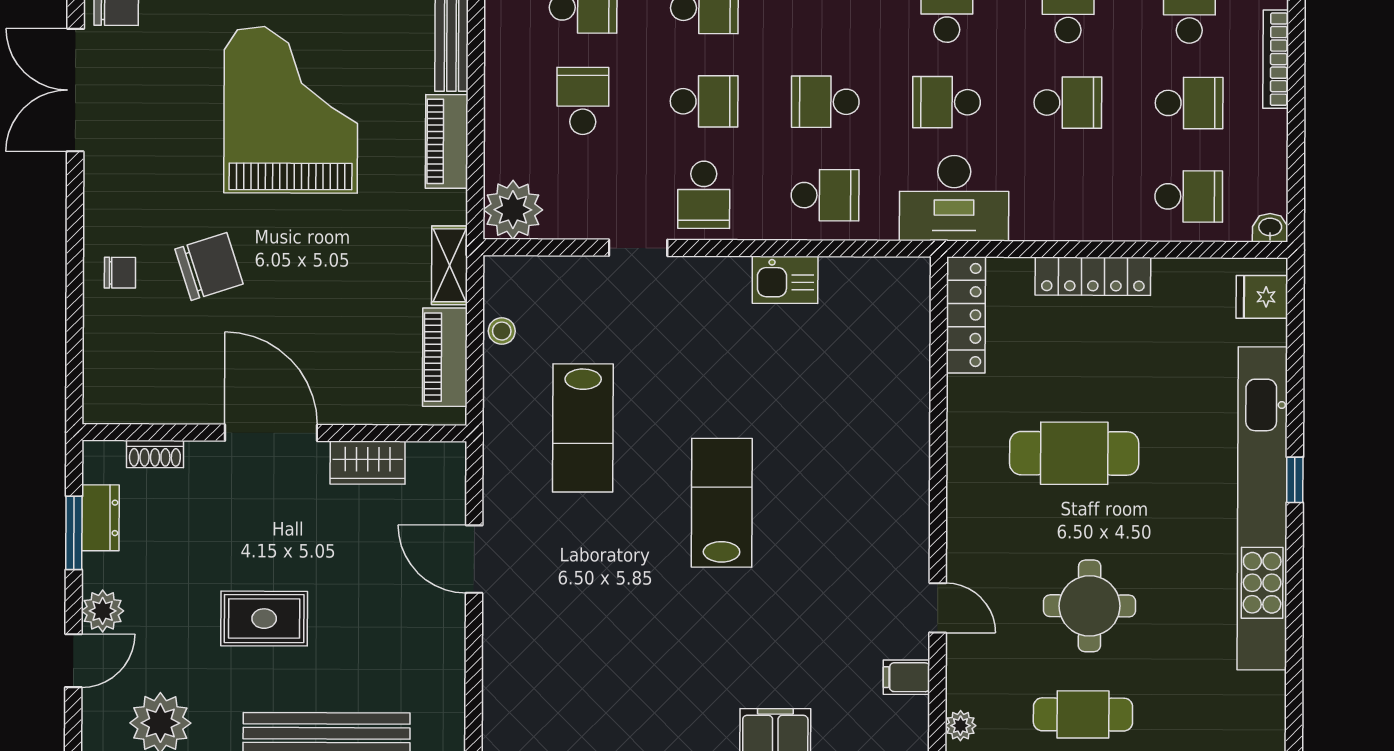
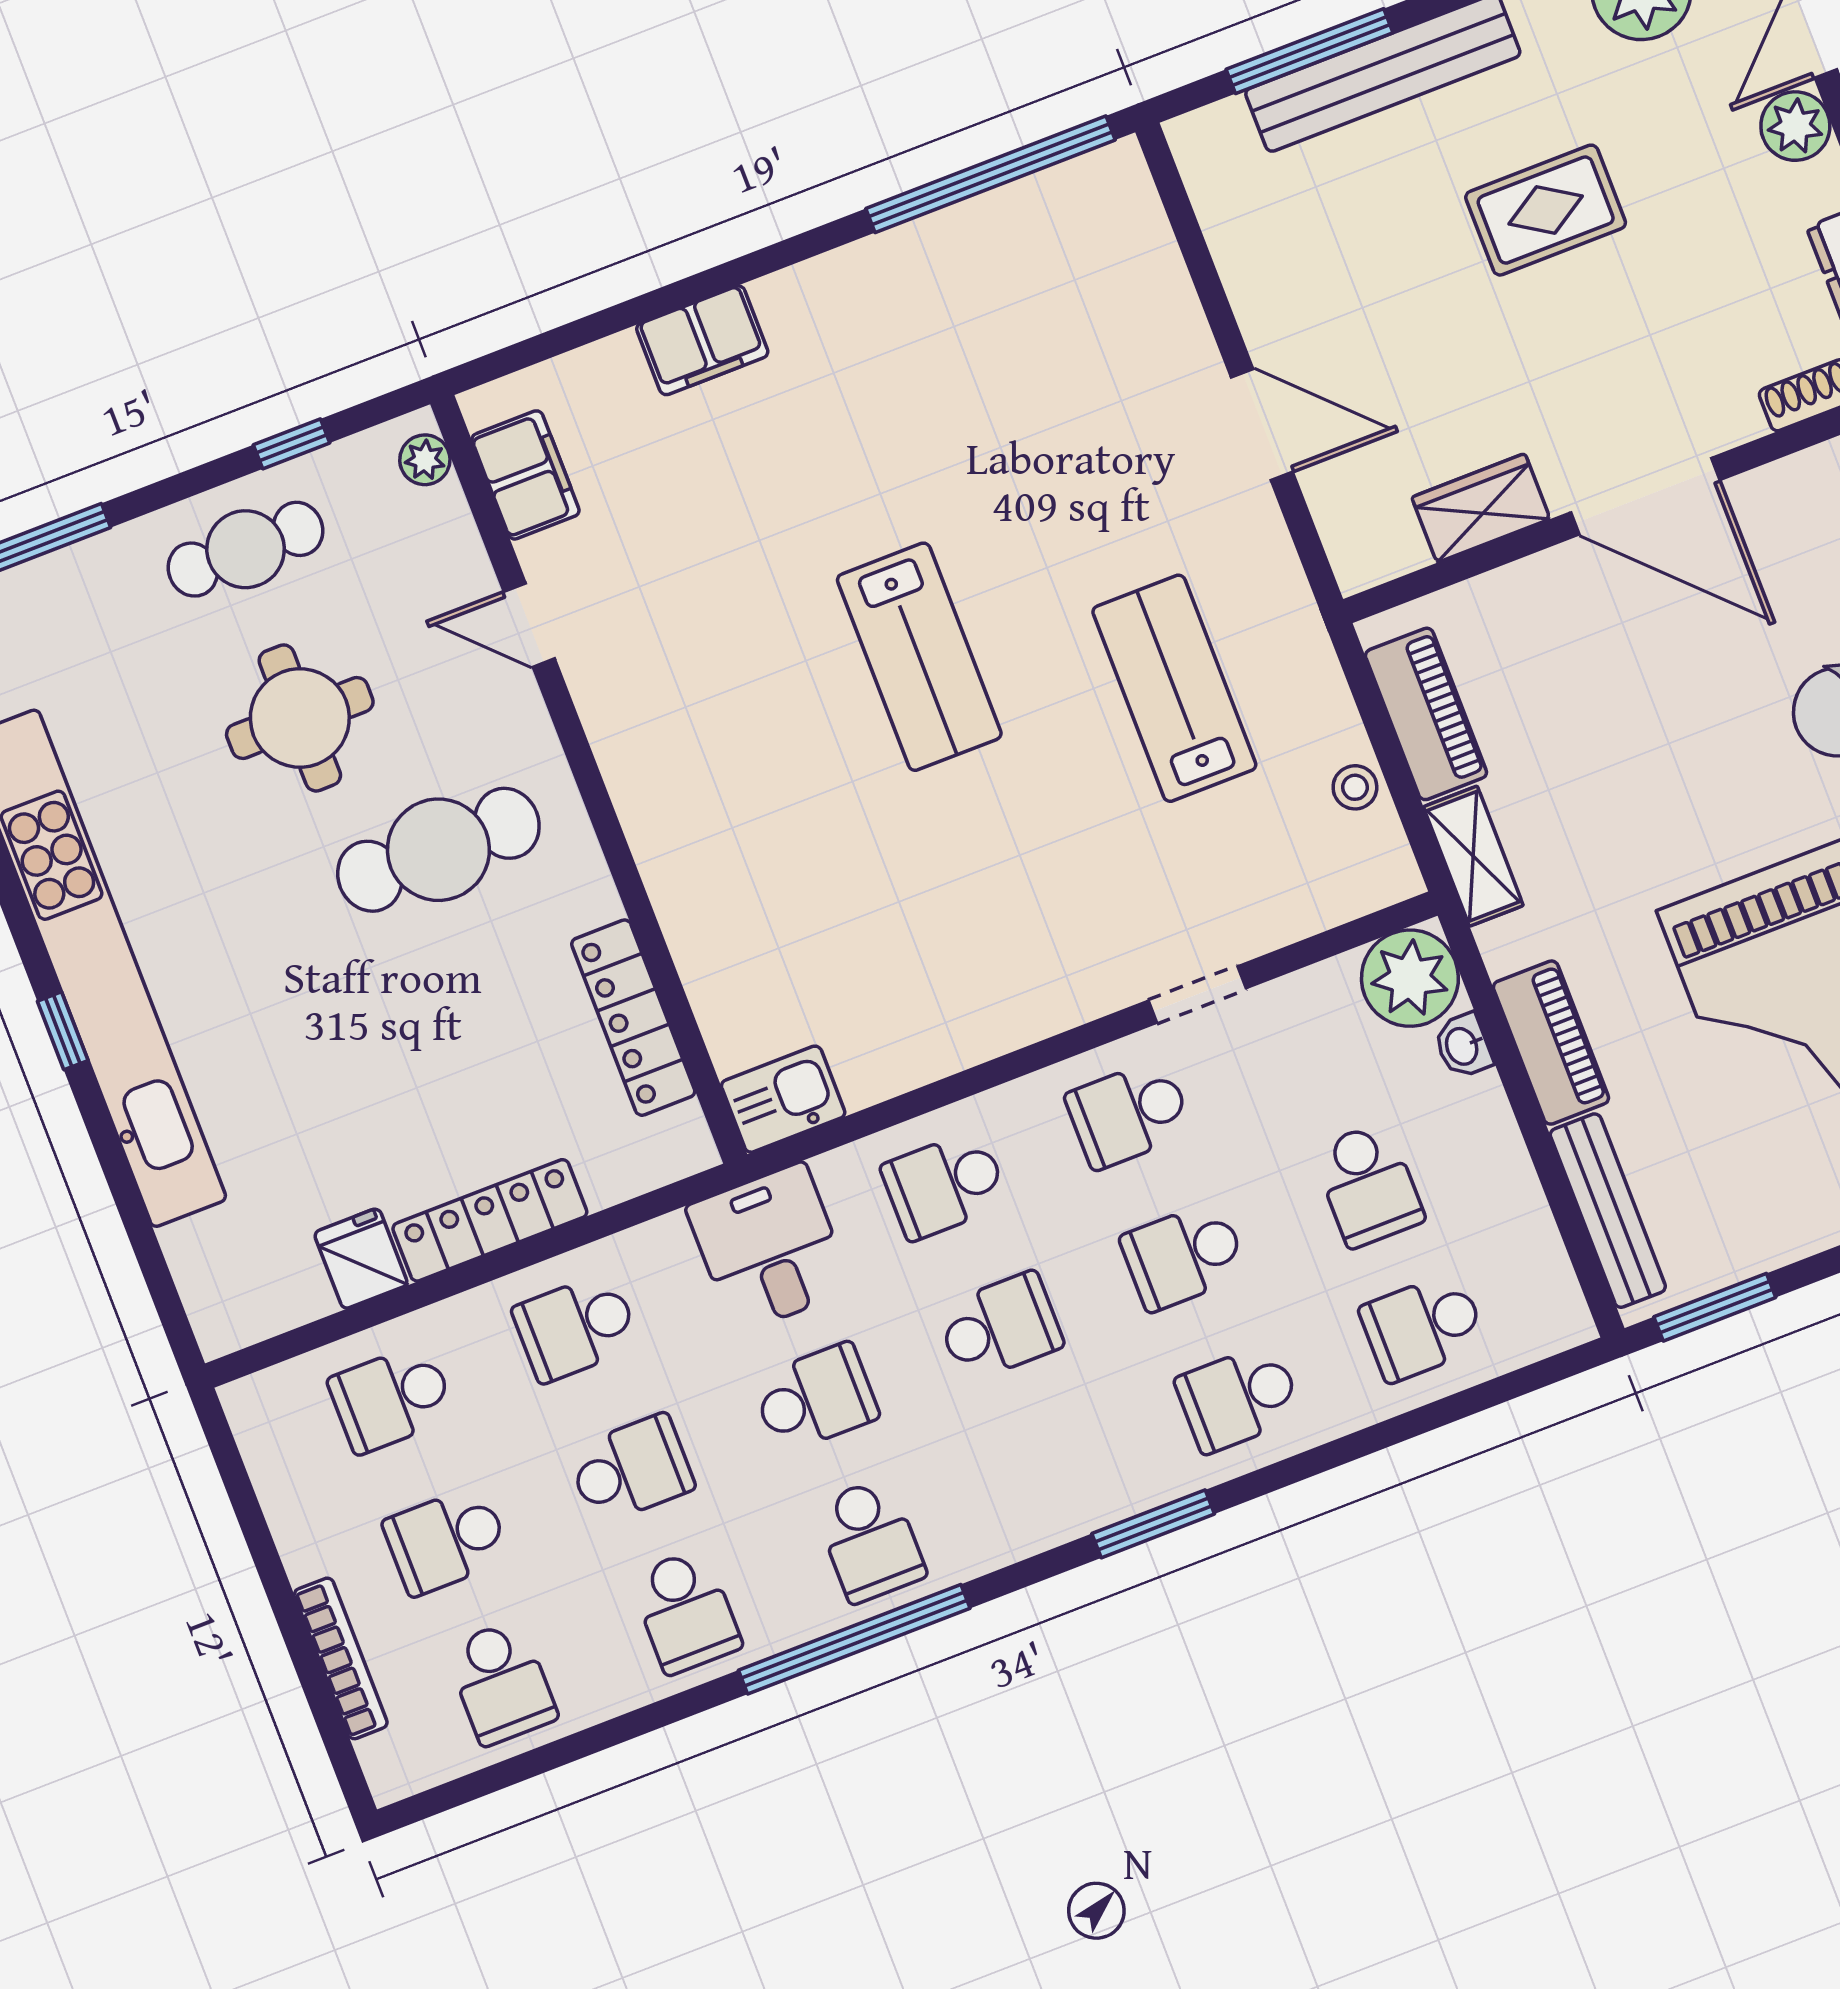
school desk: (1068, 103) -> (631, 1469), turned 180
school desk: (704, 195) -> (1129, 1114), turned -90
school desk: (1067, 196) -> (576, 1327), added
desk: (954, 198) -> (769, 1248), width x0.73
washbasin: (1270, 228) -> (1463, 1046), moved, turned 90
kitchen sink: (785, 280) -> (783, 1099), moved
fridge: (1262, 297) -> (361, 1259), moved, turned -90
locker: (966, 315) -> (633, 1018), moved
cafe table: (1074, 453) -> (438, 850), moved
filing cabinet: (906, 677) -> (525, 475), width x2.00

